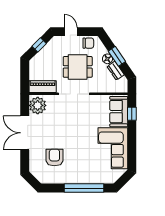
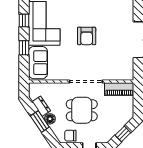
plant: (38, 105) -> (125, 69), removed
window: (132, 114) -> (24, 48), moved
window: (132, 151) -> (24, 21), added
armchair: (54, 157) -> (87, 36), moved

